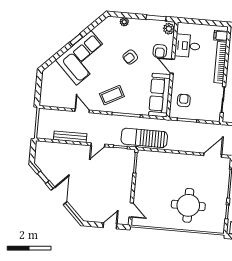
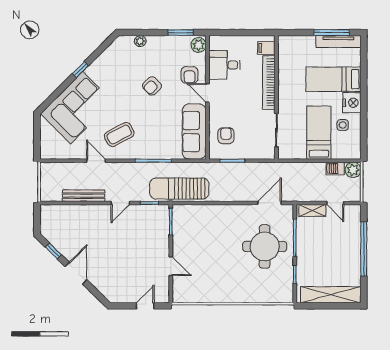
corner sofa: (84, 58) -> (77, 108), moved
coffee table: (112, 95) -> (119, 134), moved
round table: (188, 205) -> (265, 246), moved
door: (131, 210) -> (171, 266), moved

